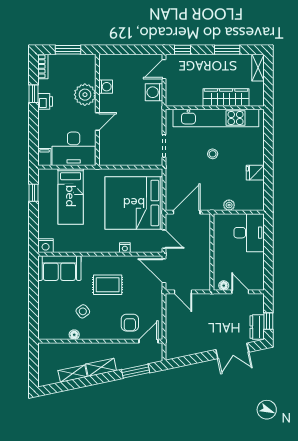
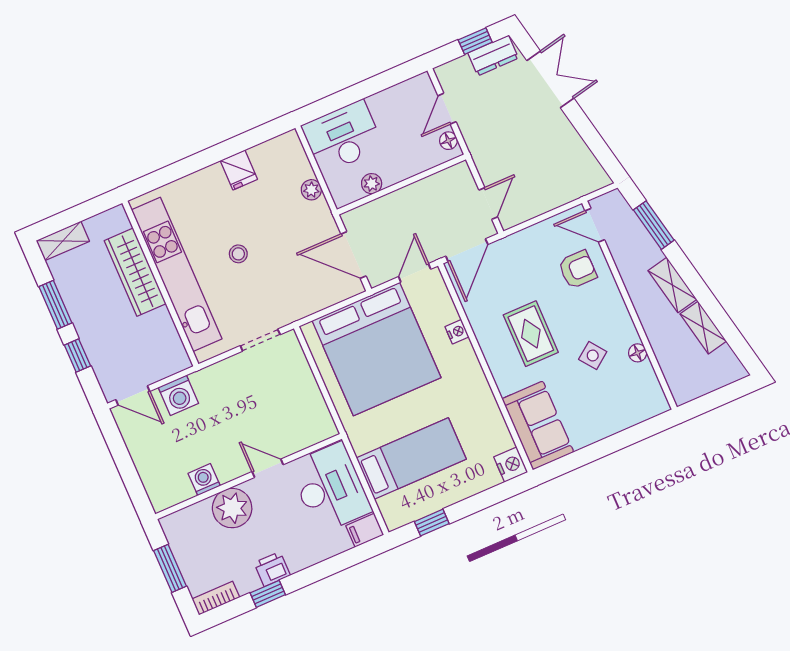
window: (183, 50) -> (77, 355), moved
plant: (219, 237) -> (372, 184), added

